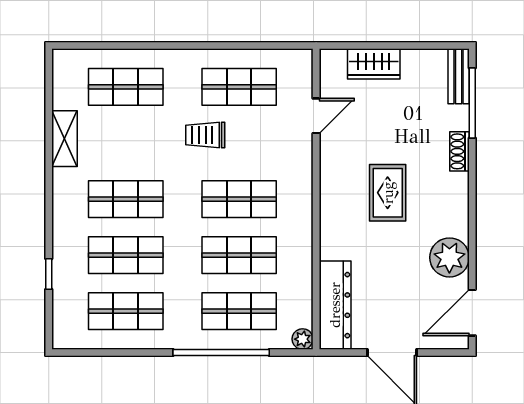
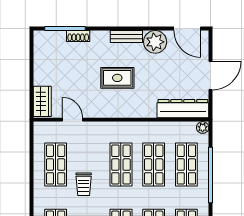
wardrobe: (374, 64) -> (42, 101), moved
bench: (459, 76) -> (126, 37), moved
shoe rack: (460, 151) -> (78, 36), moved

